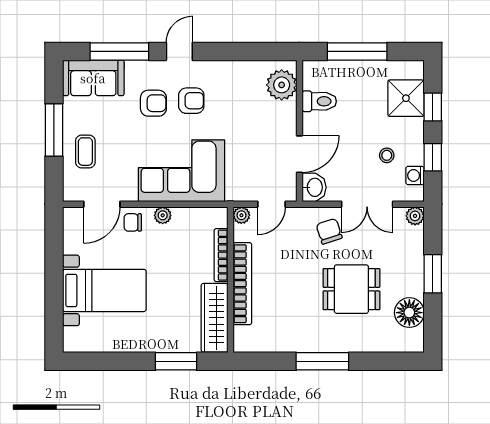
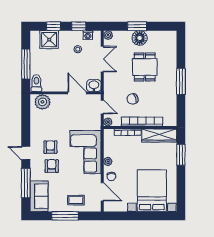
toilet: (319, 101) -> (36, 83), moved
chair: (329, 231) -> (133, 99), moved
bed with nightstands: (104, 290) -> (152, 191), width x1.36
floor lamp: (409, 313) -> (140, 38), moved

